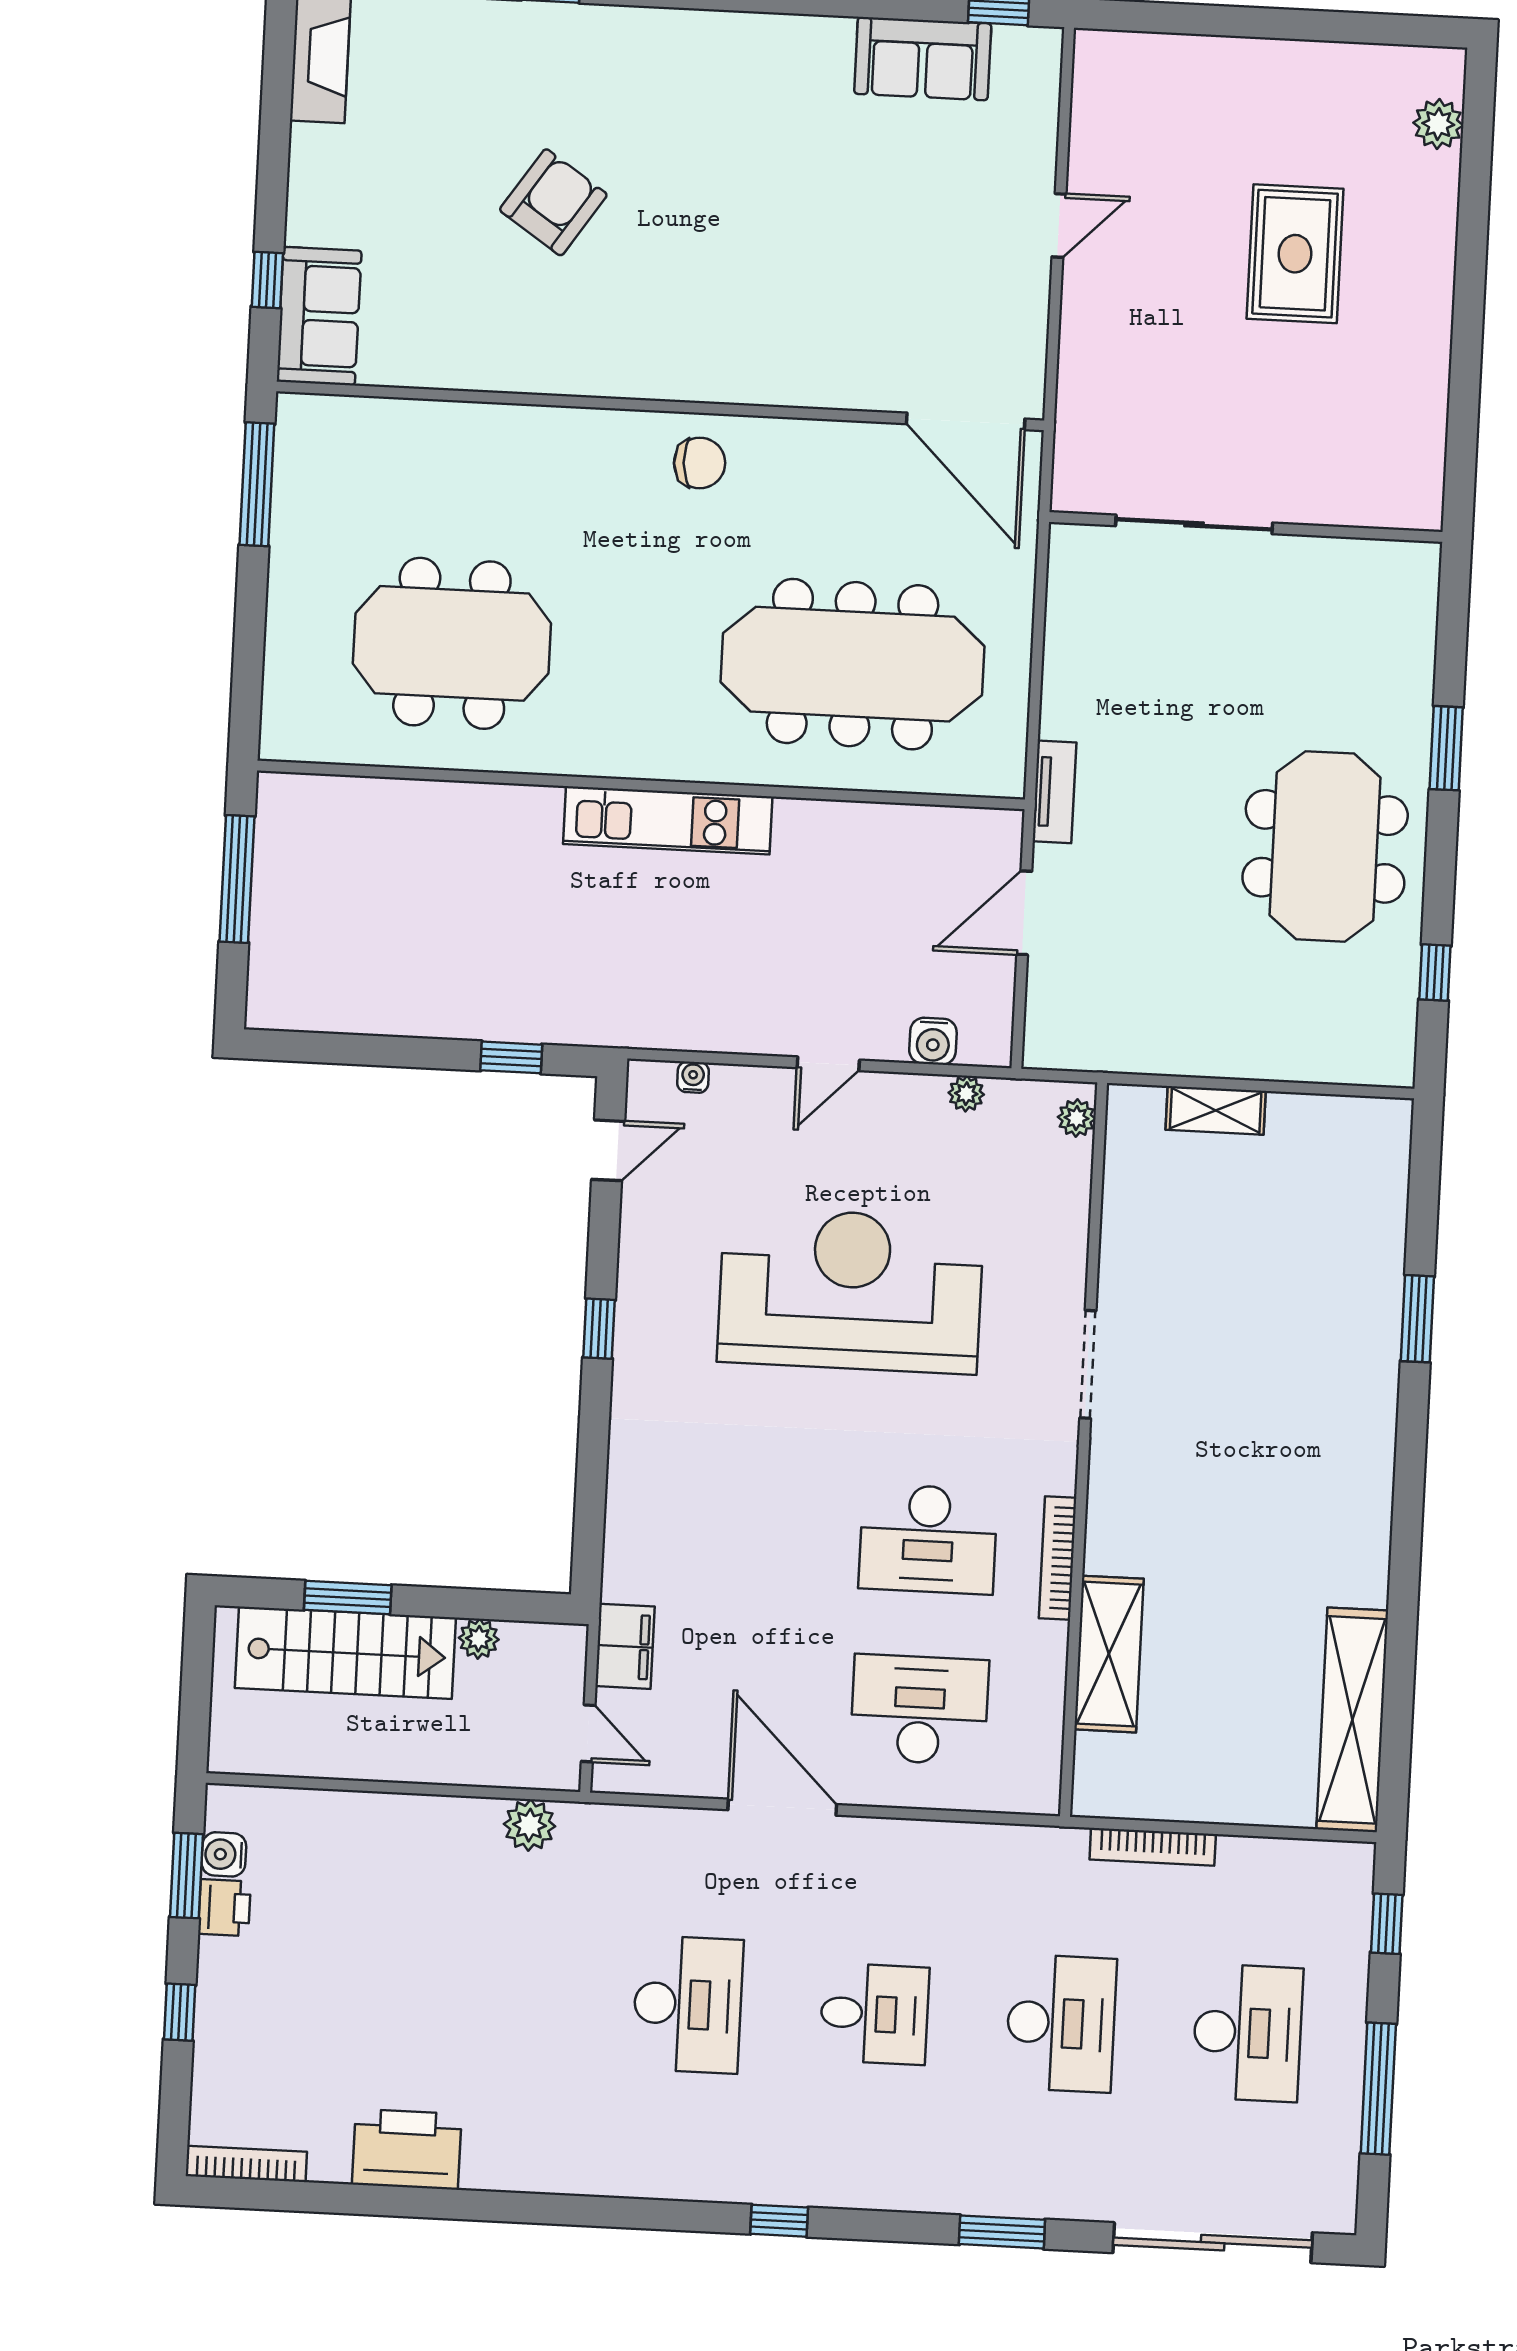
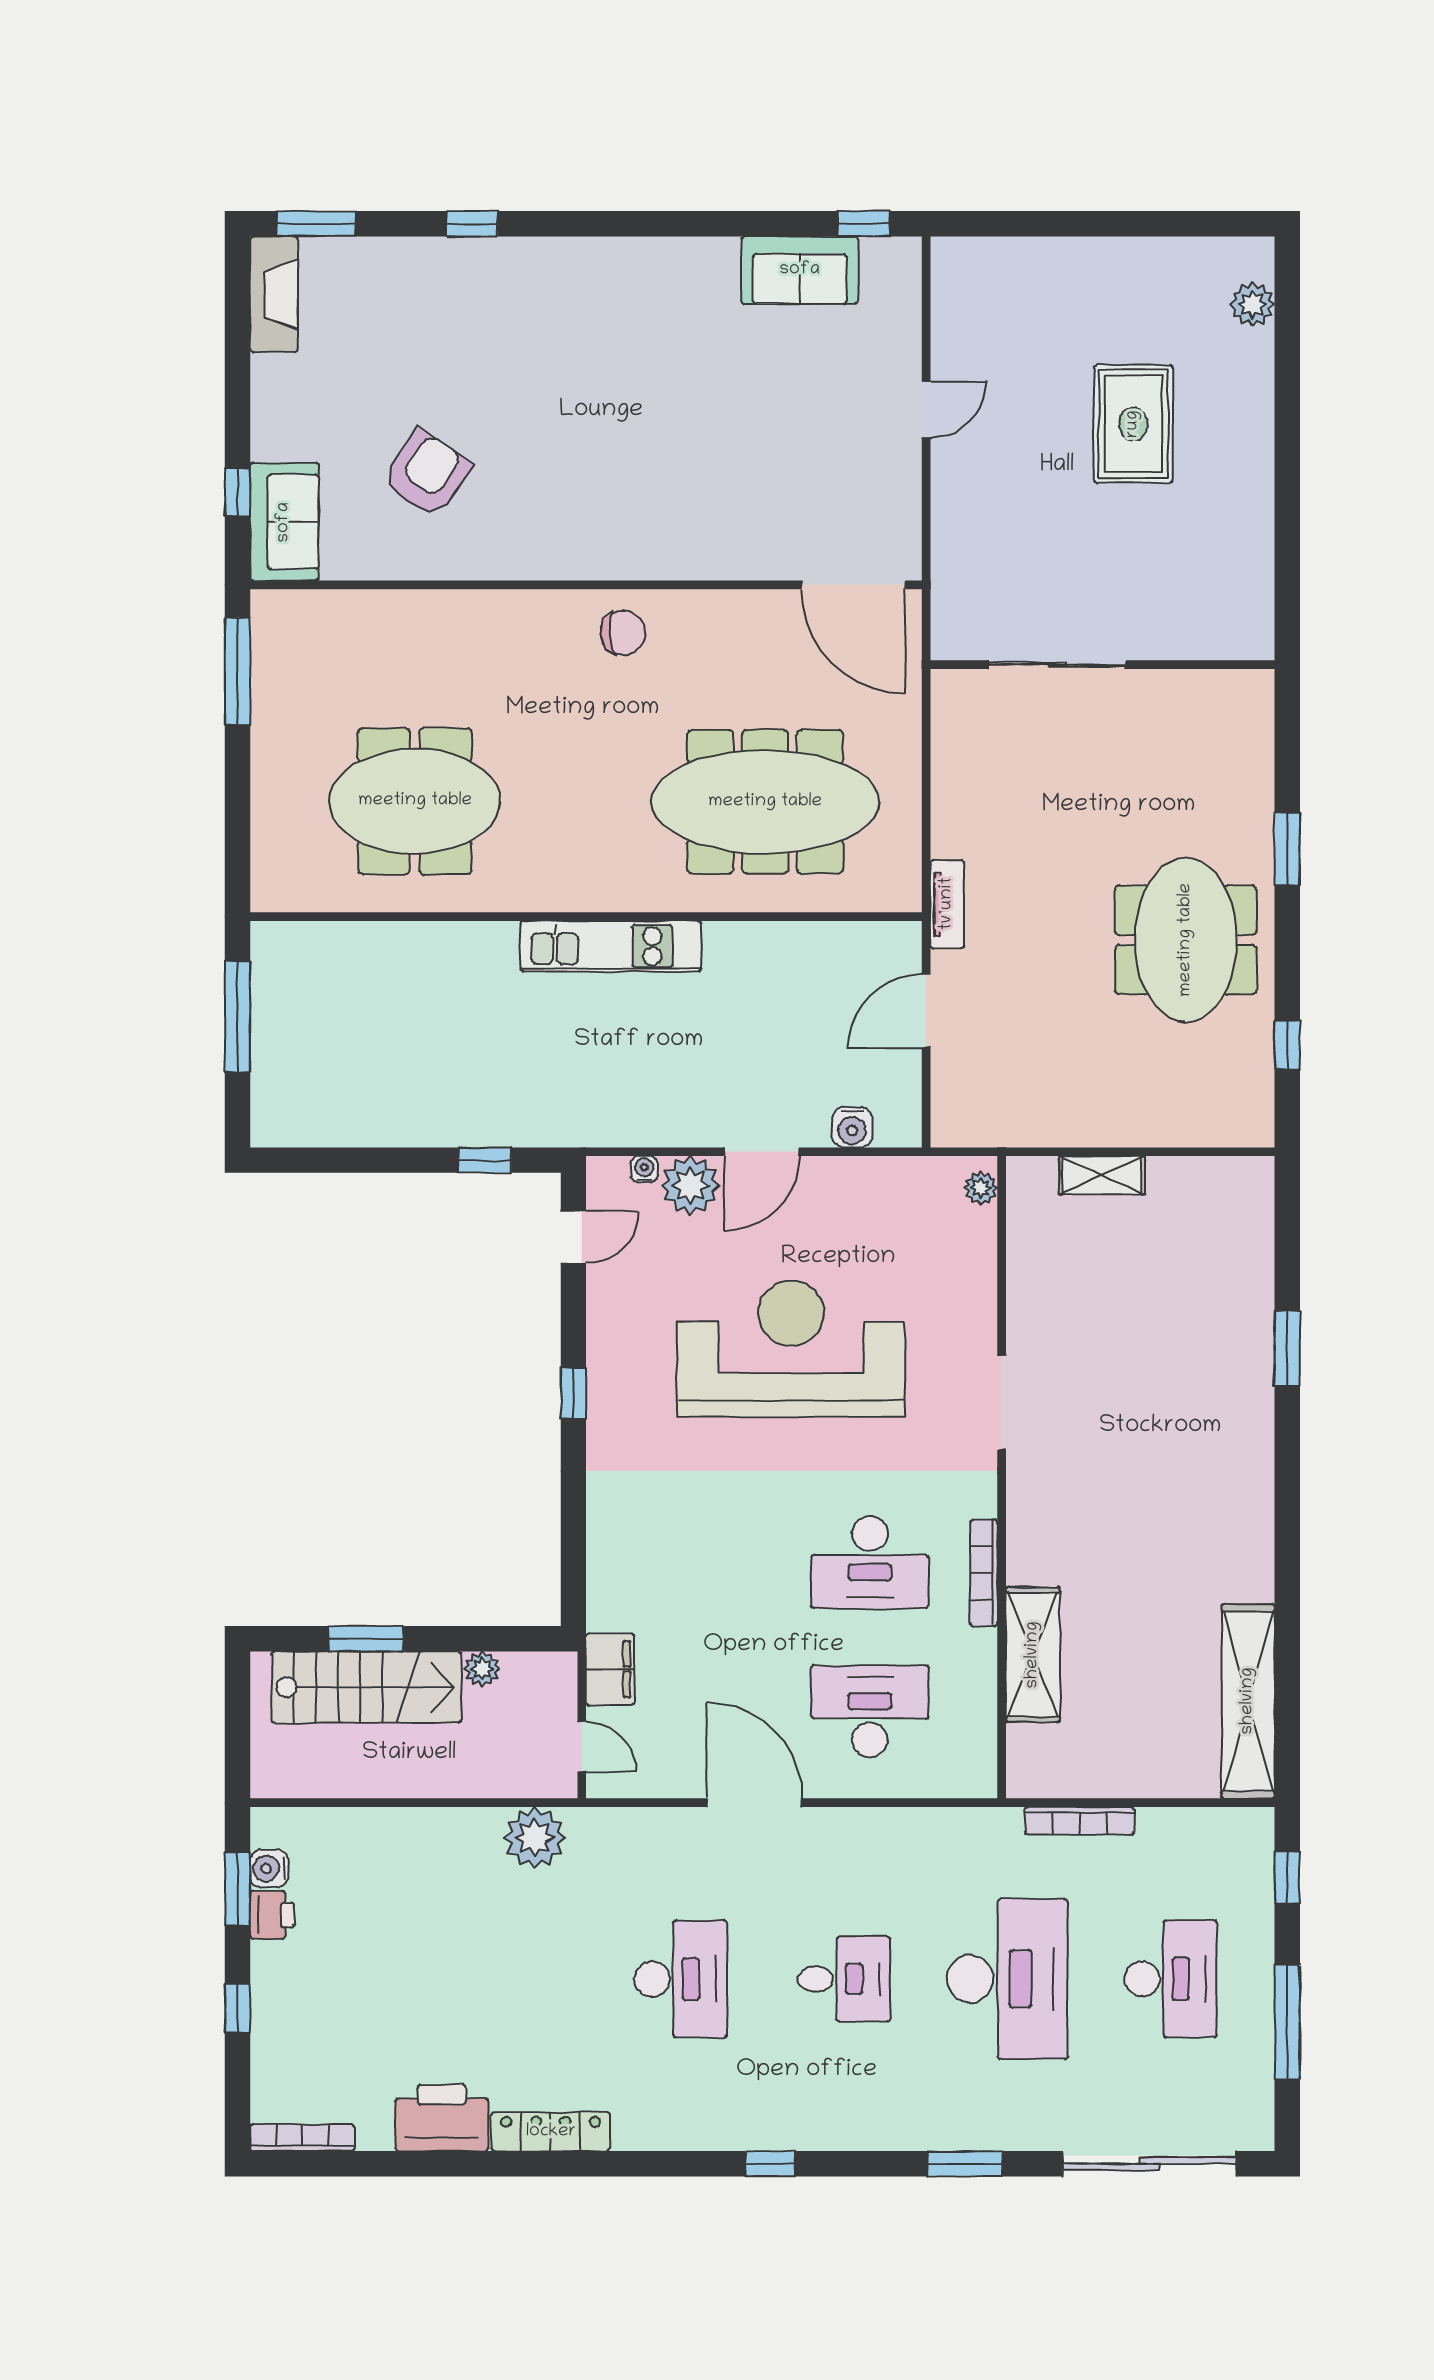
armchair: (553, 202) -> (427, 474), moved
door: (828, 1064) -> (762, 1152), width x1.38
plant: (966, 1094) -> (690, 1185), moved, width x1.87, depth x1.87
plant: (530, 1825) -> (535, 1838), width x1.36, depth x1.36
desk: (1061, 2023) -> (1007, 1979), width x1.36, depth x1.30
locker: (530, 2171) -> (551, 2132), added

